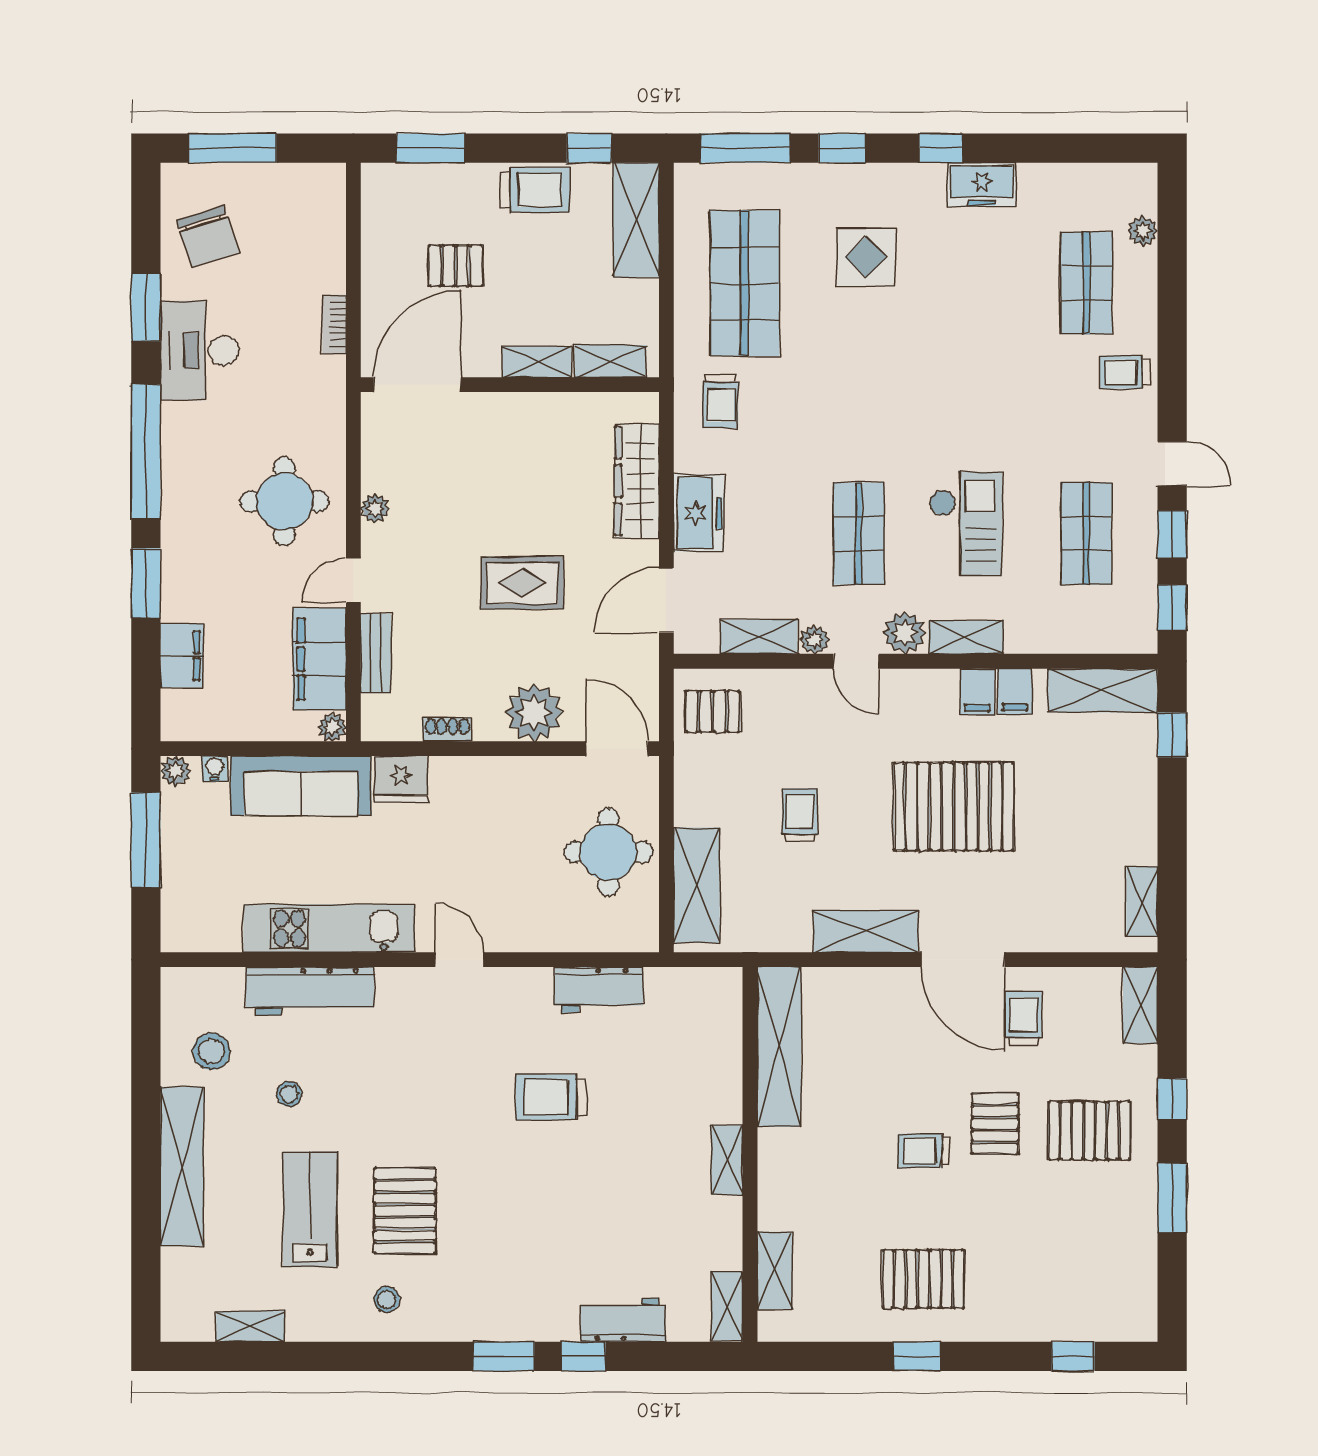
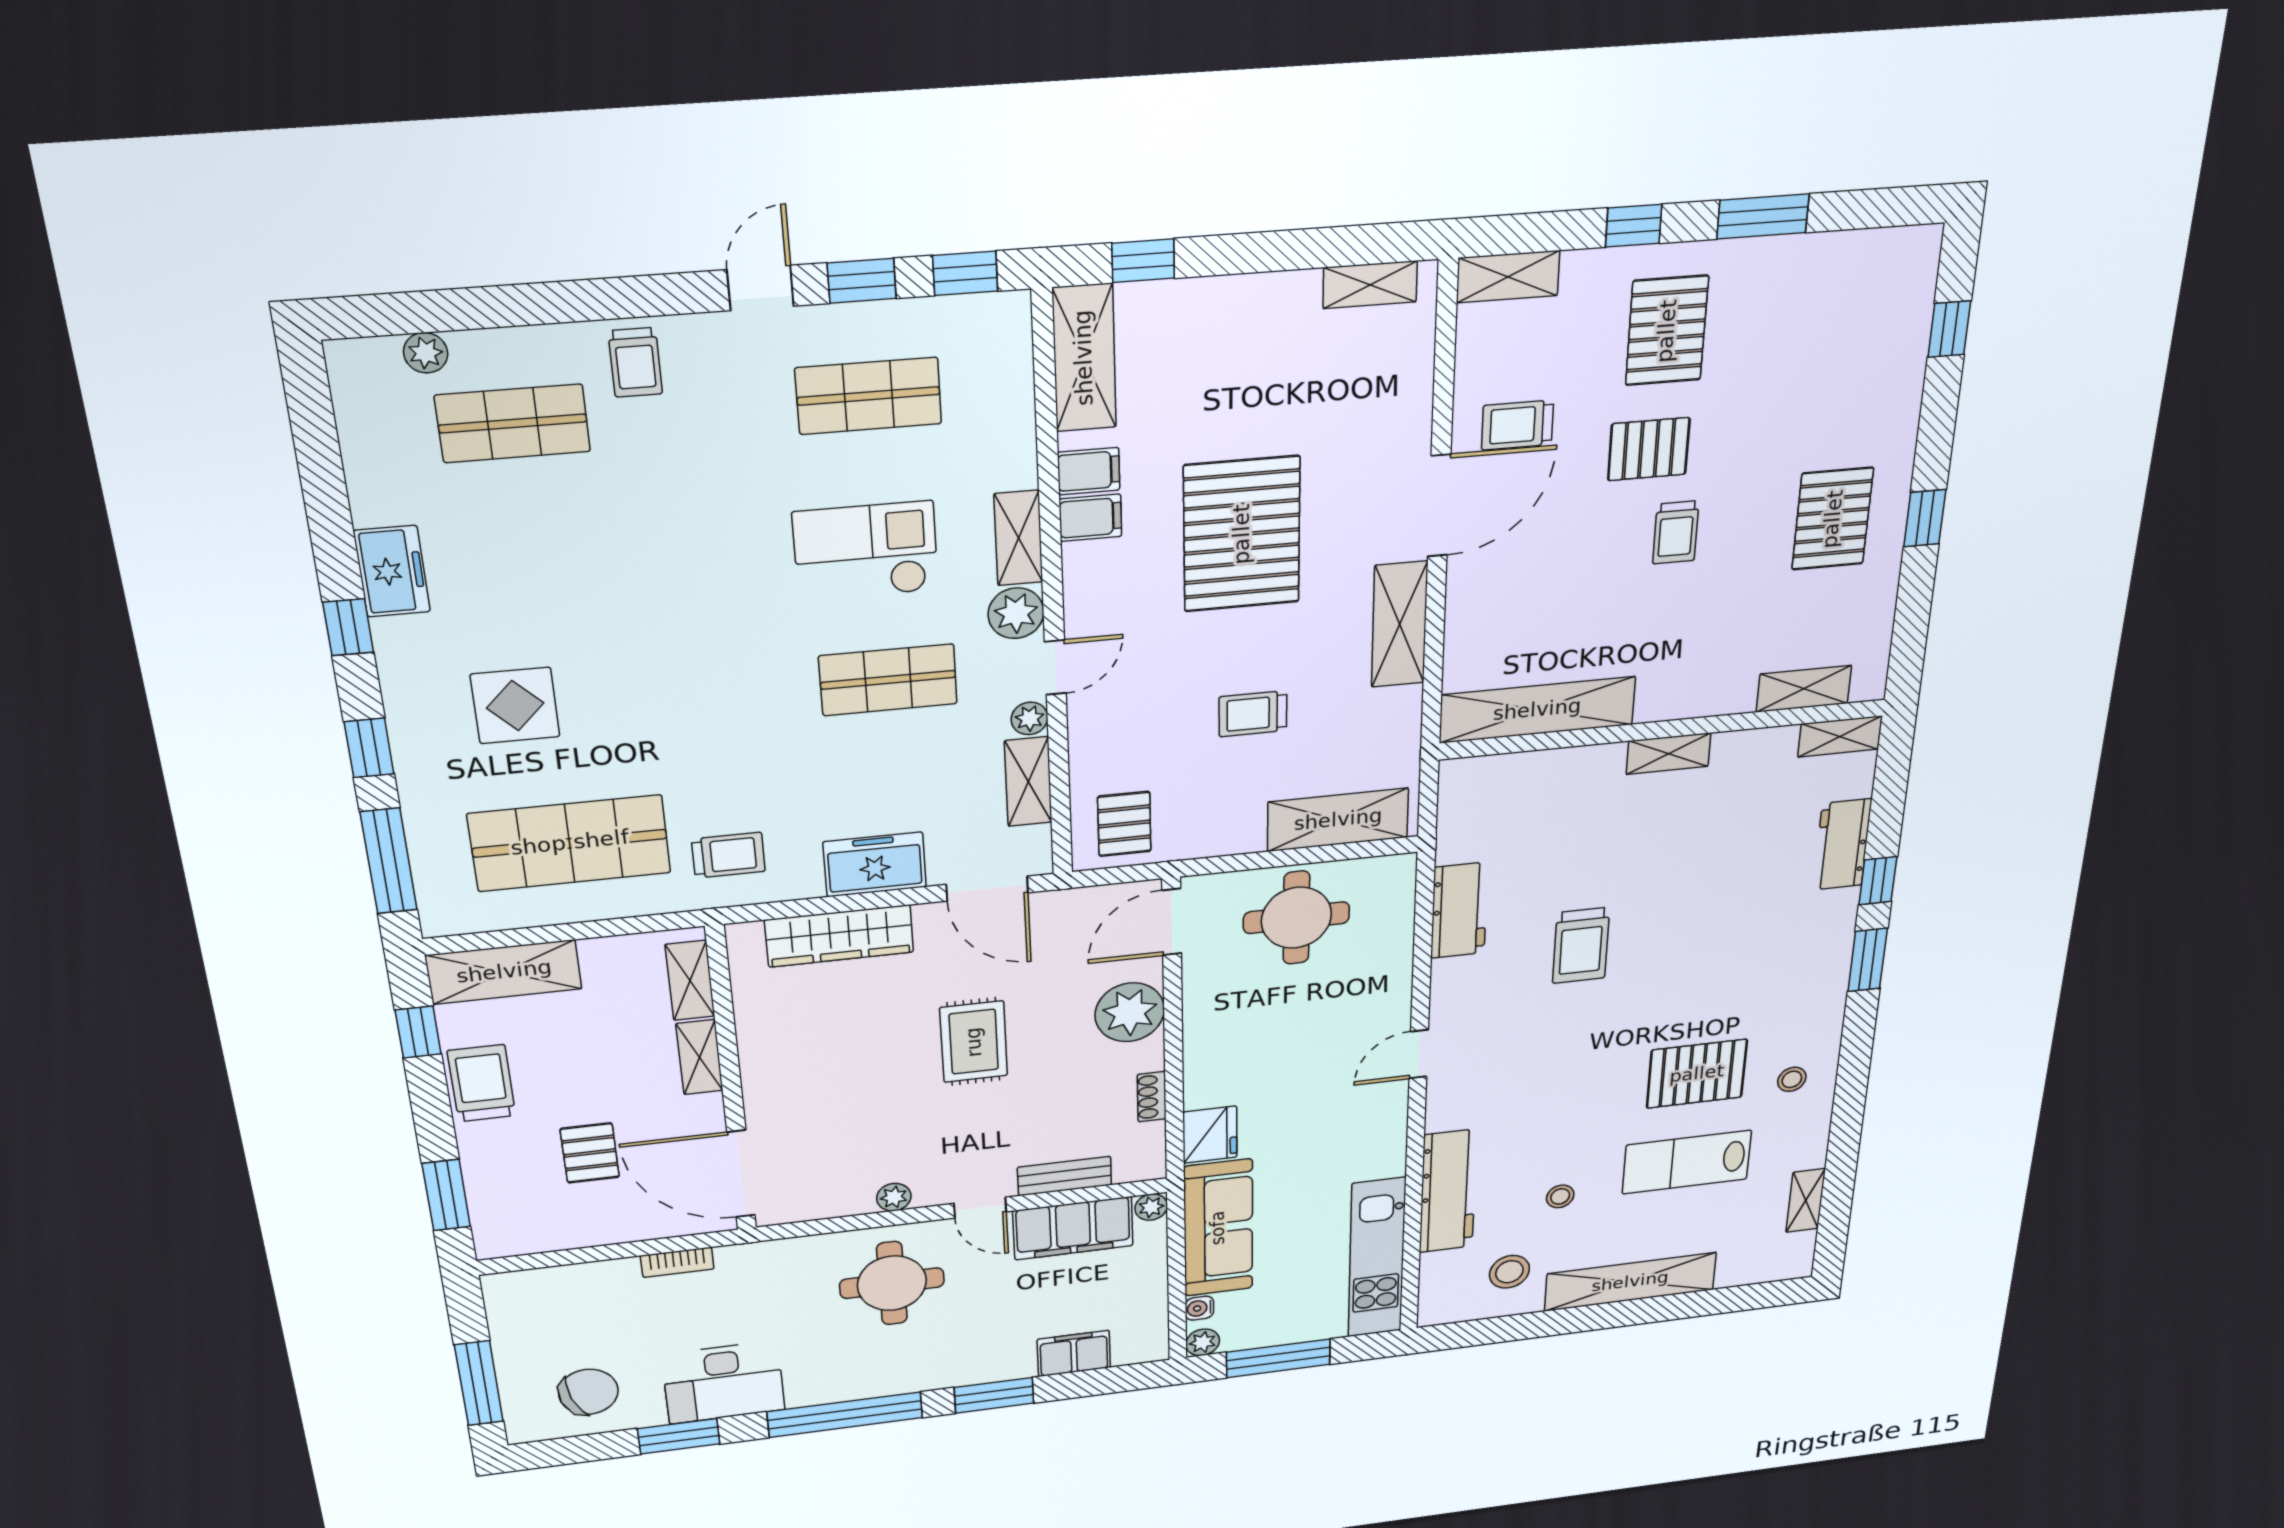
kitchen unit: (329, 928) -> (1377, 1258), moved

